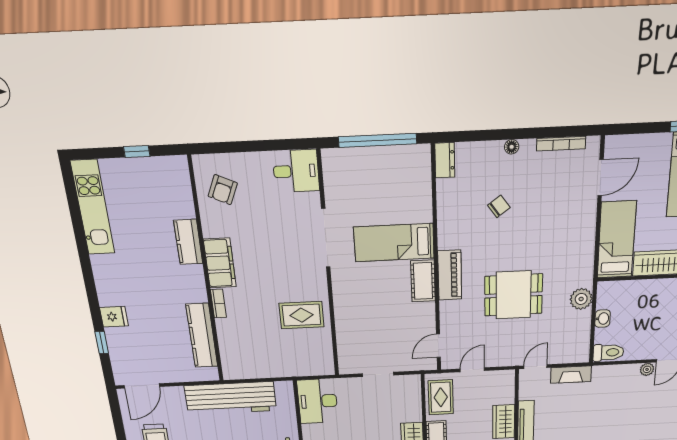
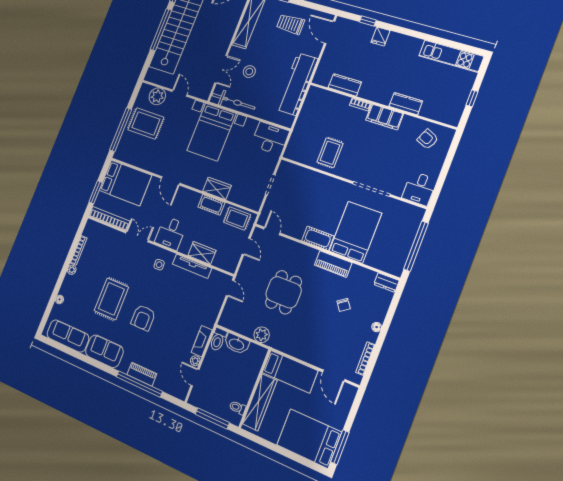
bed: (394, 243) -> (355, 232), width x1.50
piano: (450, 275) -> (333, 264), moved
washbasin: (603, 319) -> (237, 344), width x1.91, depth x1.45
kitchen counter: (202, 335) -> (345, 85), width x0.67
fireplace: (571, 375) -> (202, 341), moved

